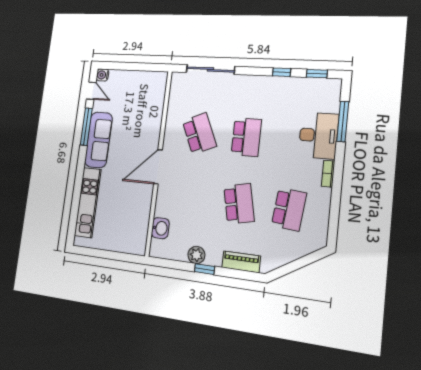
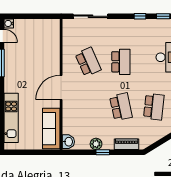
sofa: (98, 140) -> (51, 129), moved, turned 180
washbasin: (160, 228) -> (68, 142), moved

